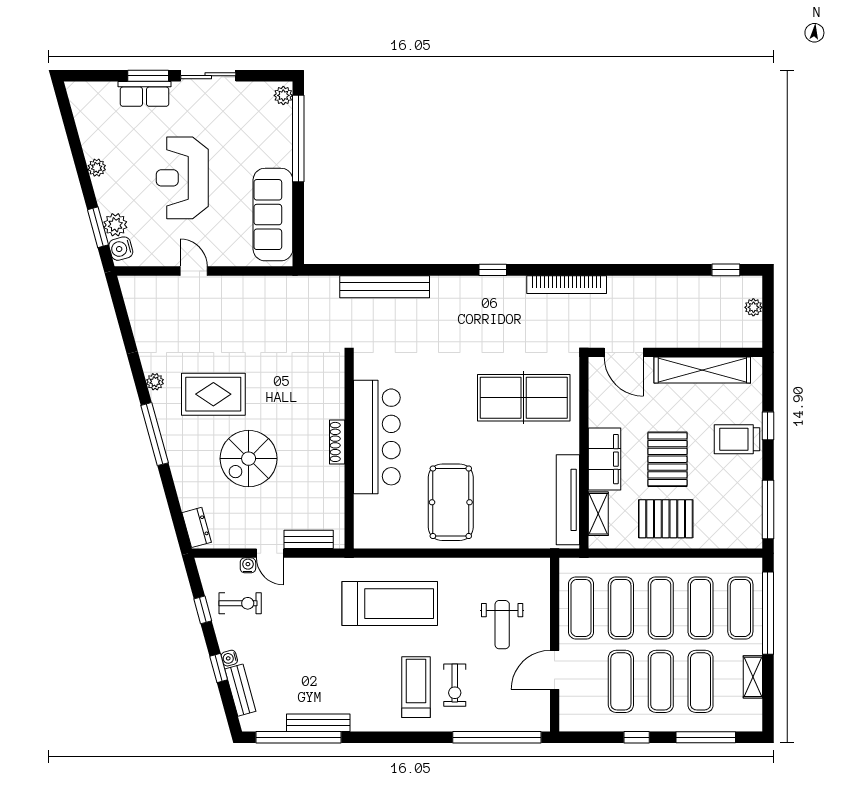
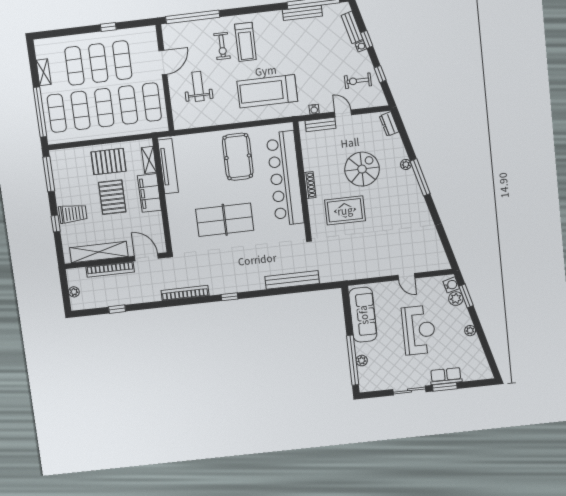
plant: (283, 95) -> (362, 361), moved
window: (726, 270) -> (117, 309), moved
bookcase: (687, 339) -> (110, 269), added
plant: (155, 382) -> (406, 164), moved
rug: (213, 394) -> (345, 210), moved
table tennis table: (524, 398) -> (225, 220), moved
bar counter: (377, 437) -> (285, 178), width x1.36
water cooler: (248, 565) -> (314, 109), moved
exercise bike: (455, 685) -> (222, 46), turned 180
window: (706, 737) -> (67, 32), removed

